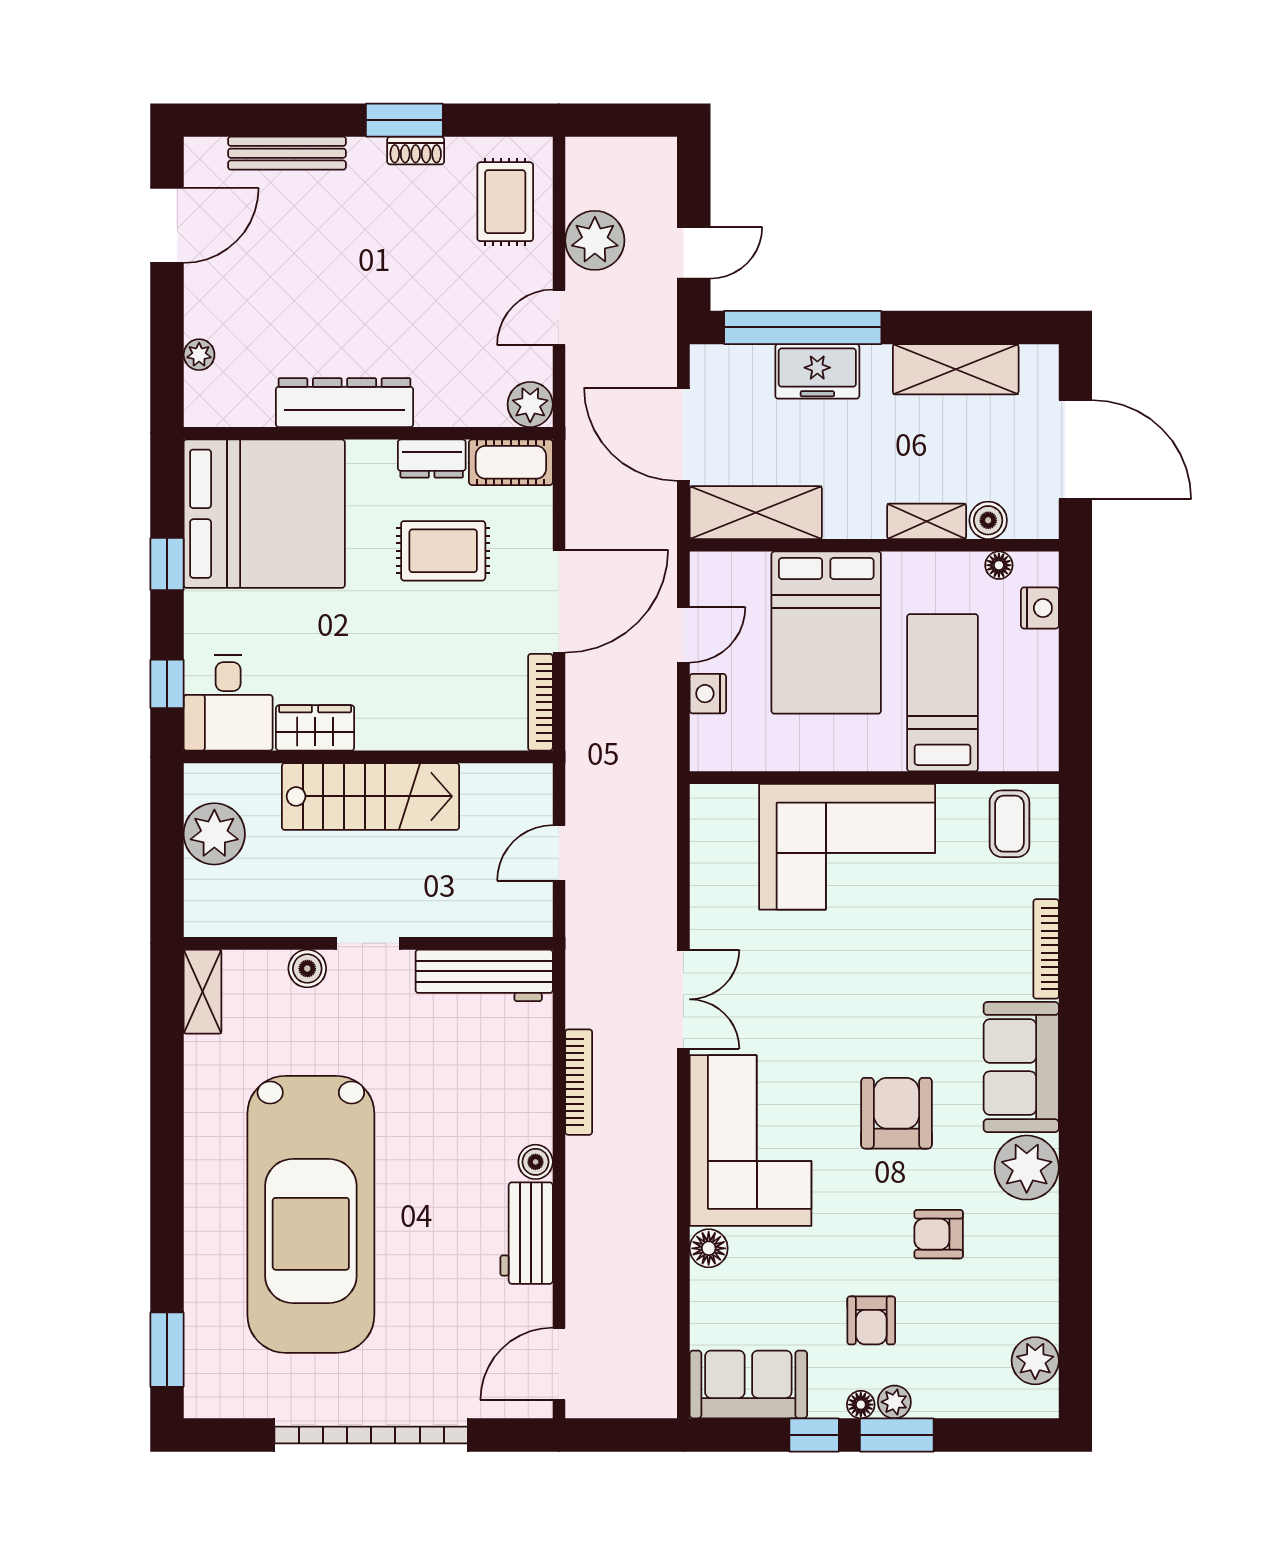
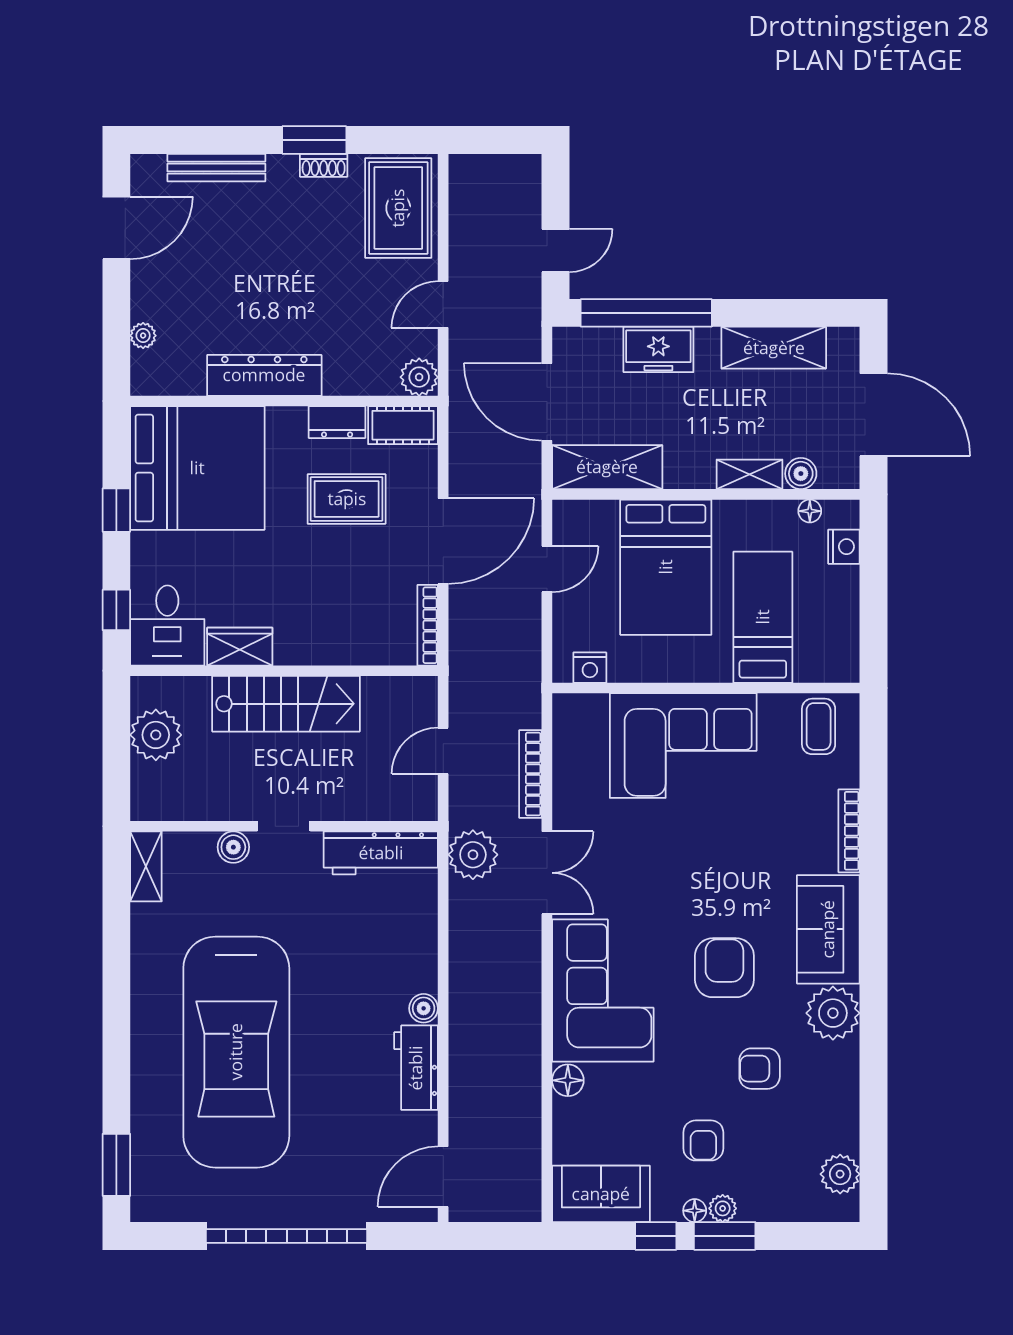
rug: (505, 202) -> (398, 208), width x1.36, depth x1.43
plant: (595, 240) -> (473, 855), moved
nightstand: (708, 694) -> (590, 668), moved, turned -90
bookcase: (579, 1082) -> (530, 774), moved, turned 180

